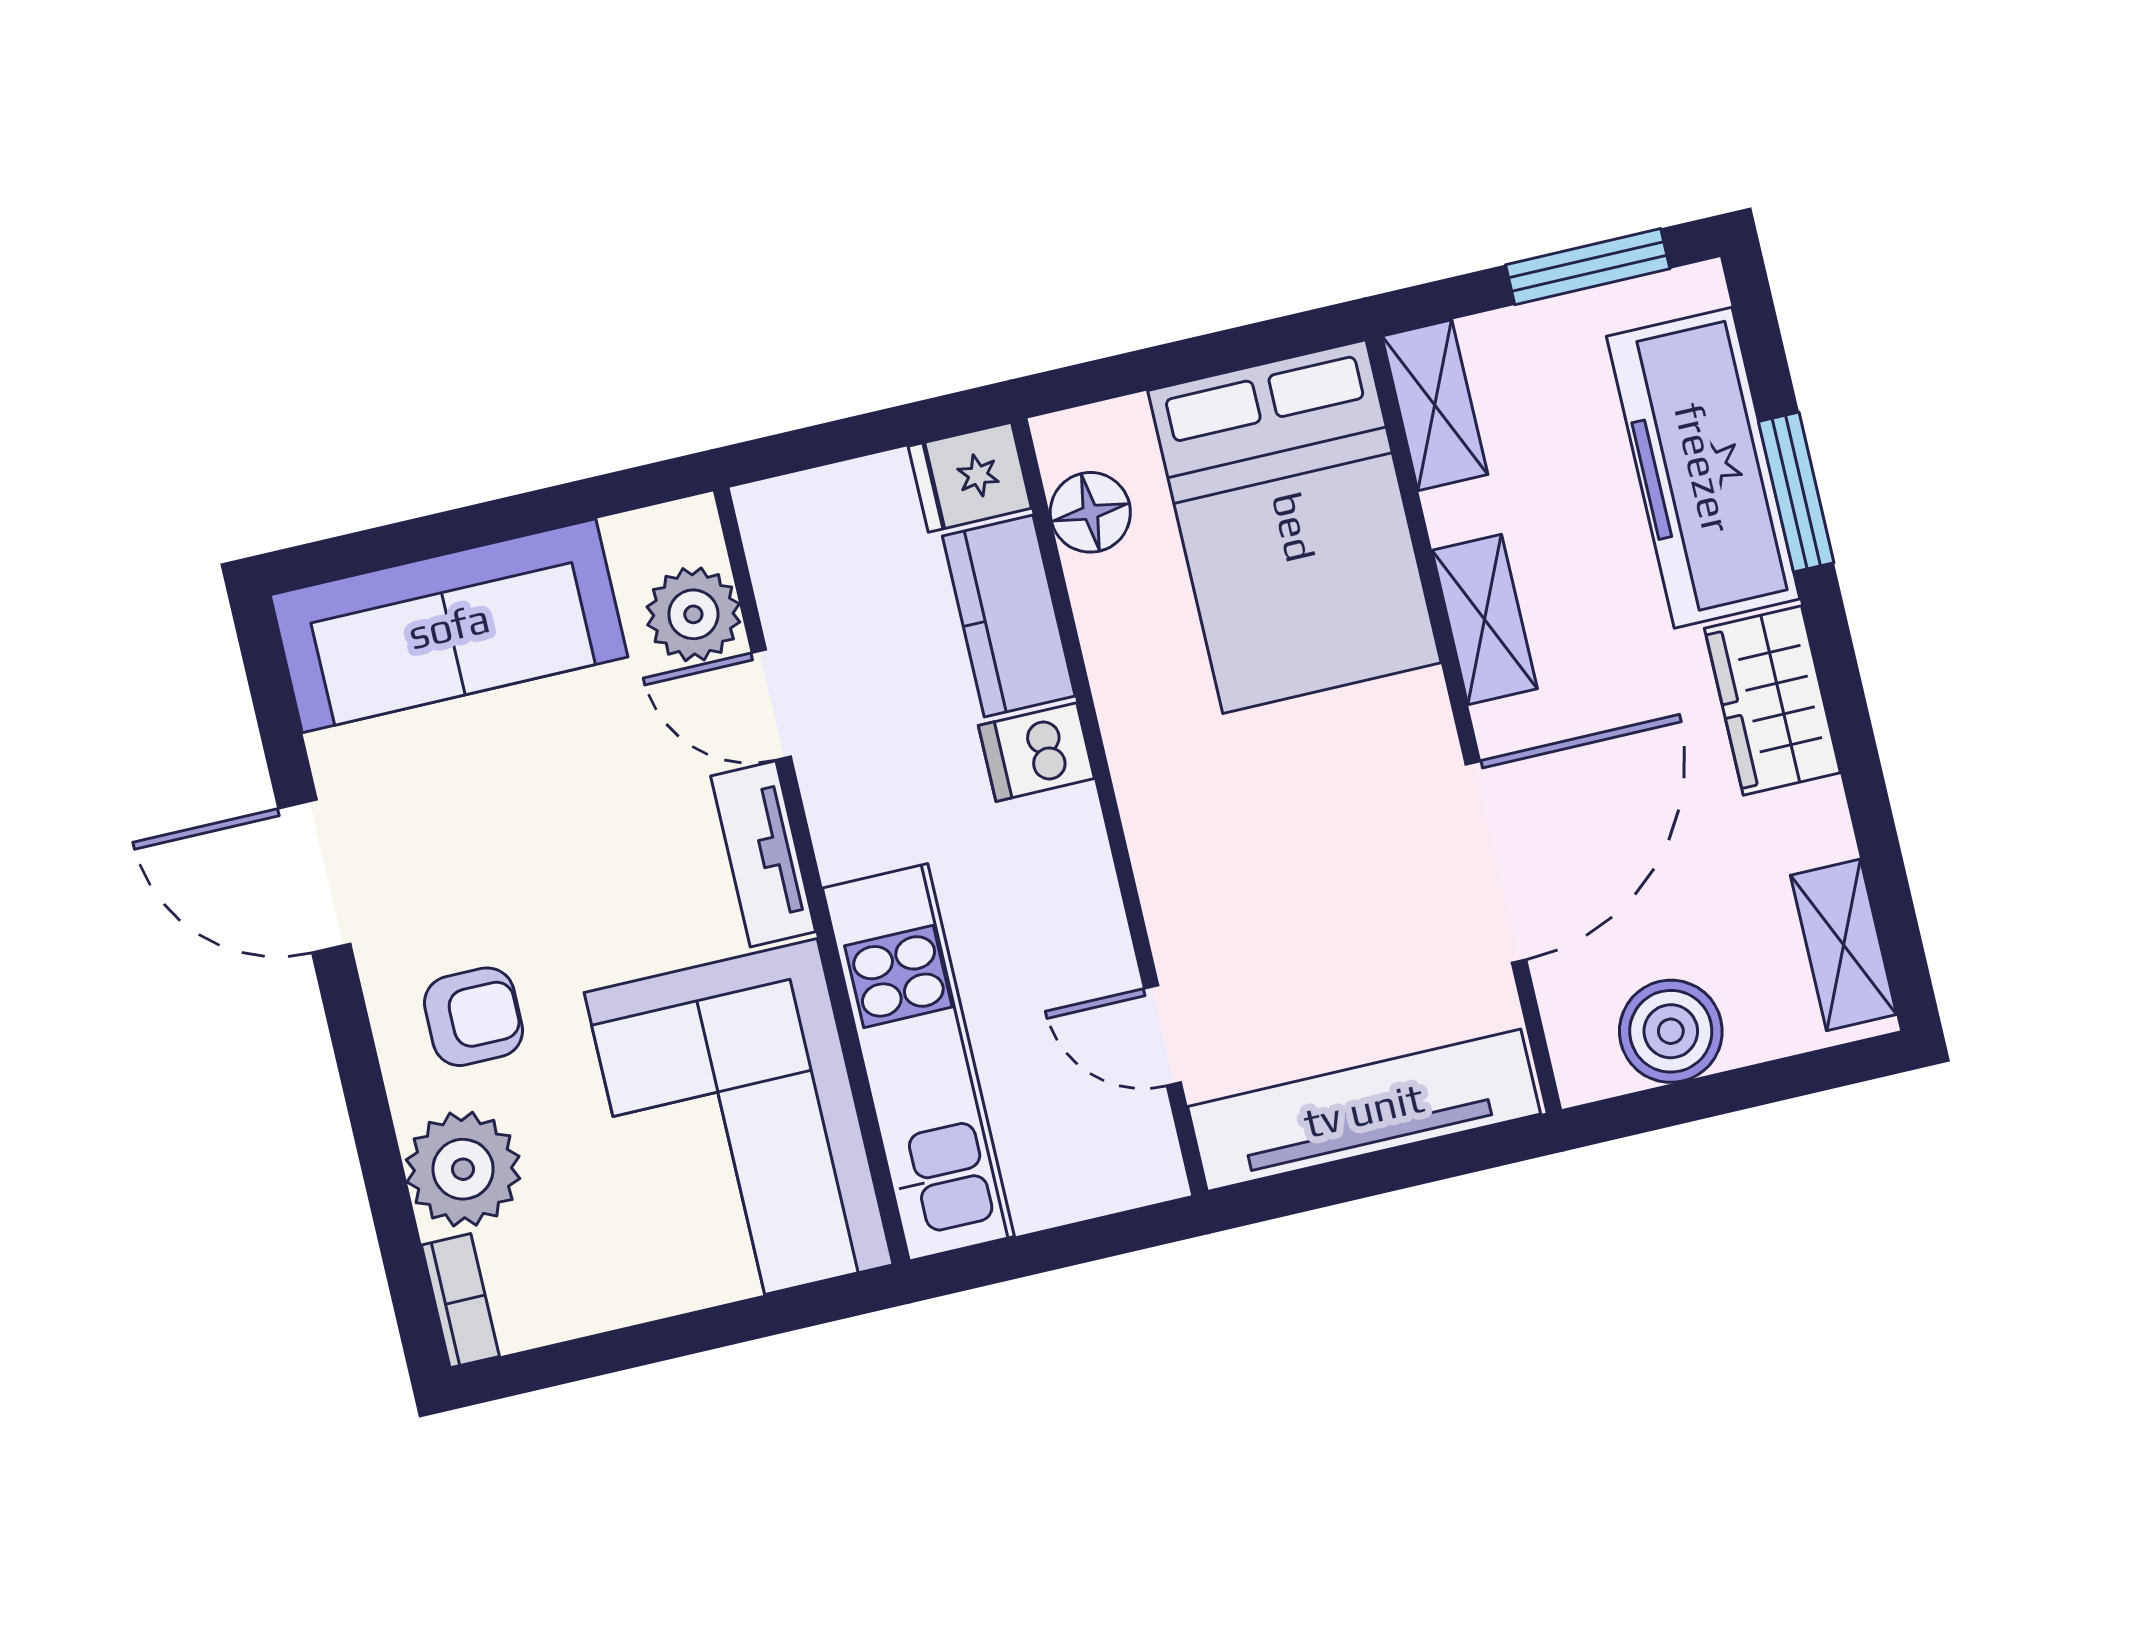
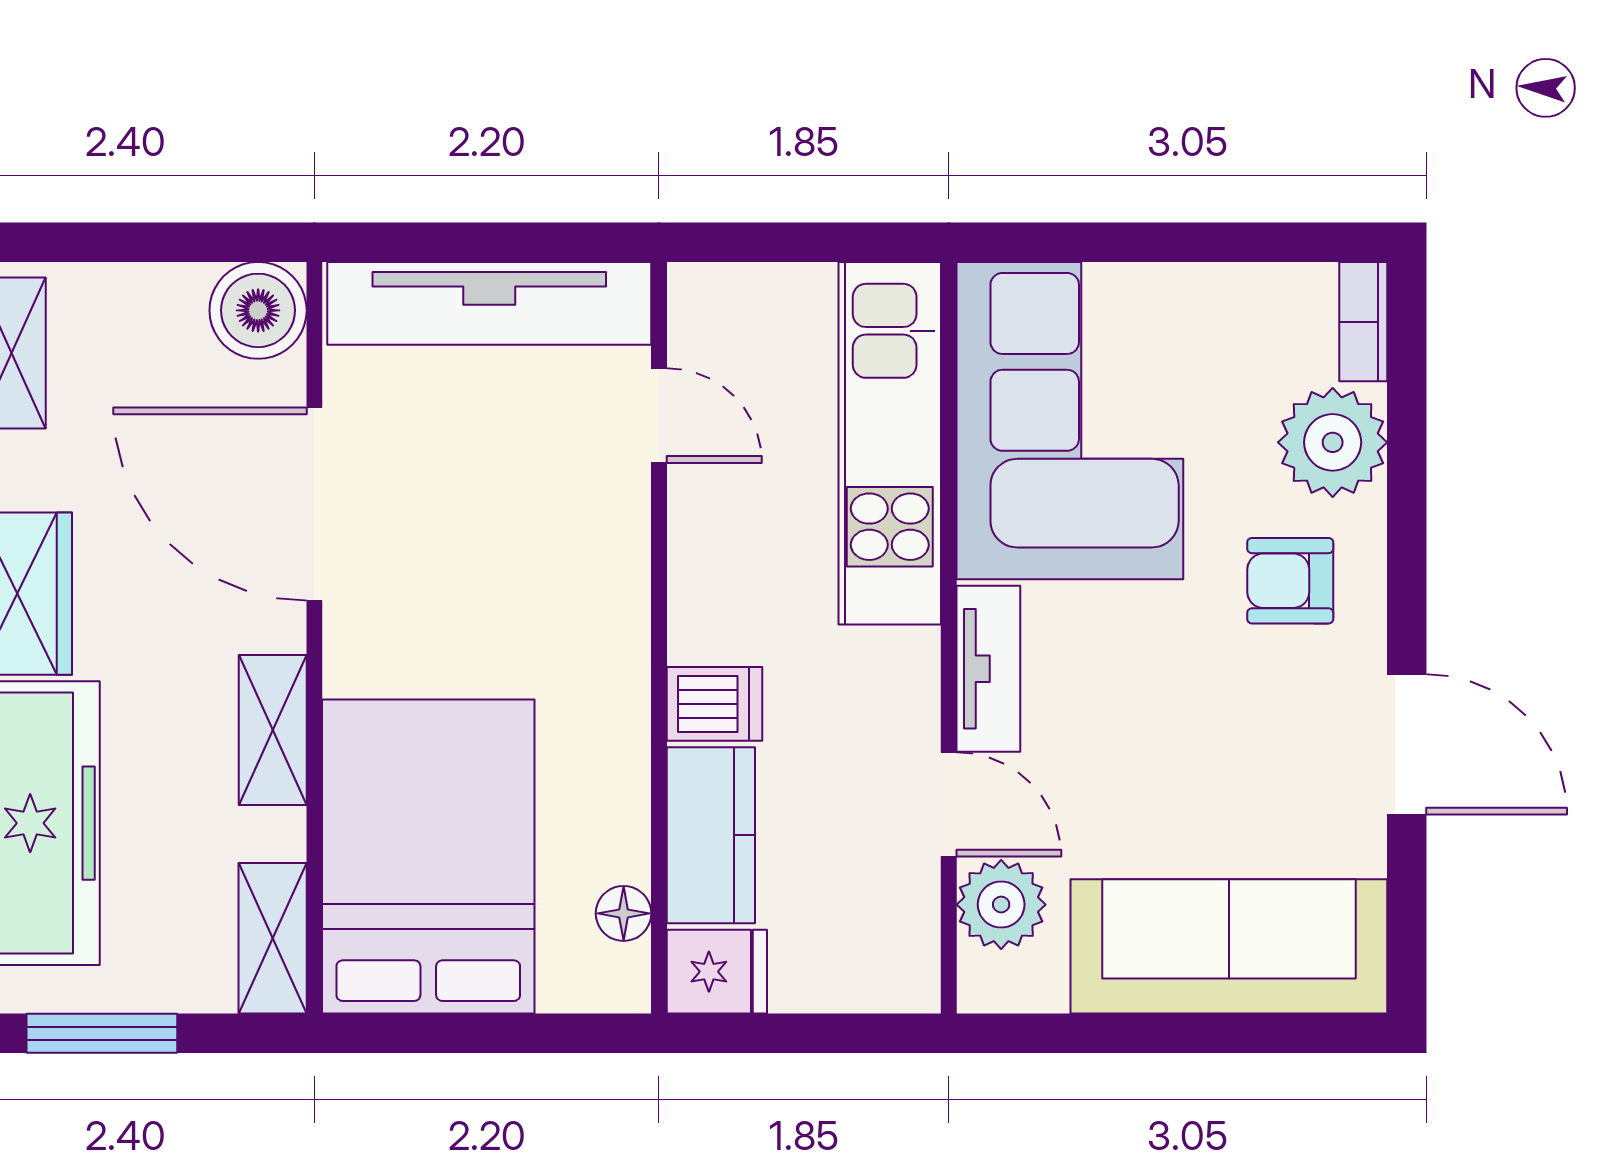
floor lamp: (1090, 512) -> (624, 913), width x0.73, depth x0.73
door: (1496, 862) -> (314, 504), hinge flipped
boiler: (1671, 1031) -> (258, 310), moved

